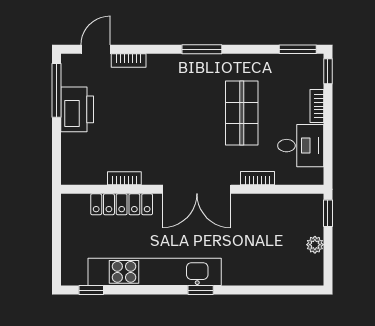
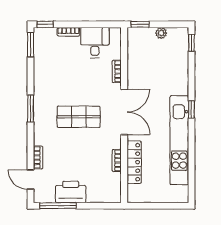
shop shelf: (242, 113) -> (79, 117), moved
window: (91, 290) -> (191, 43), moved

